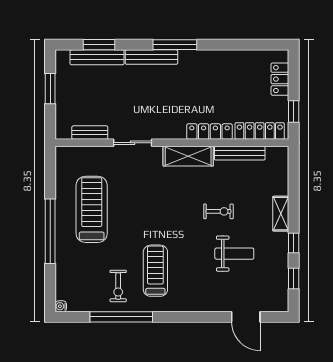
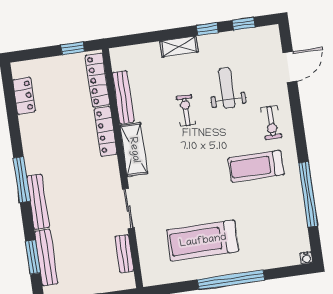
locker: (280, 79) -> (24, 96), moved, turned -90
exercise bike: (118, 286) -> (271, 123), moved, turned 90

